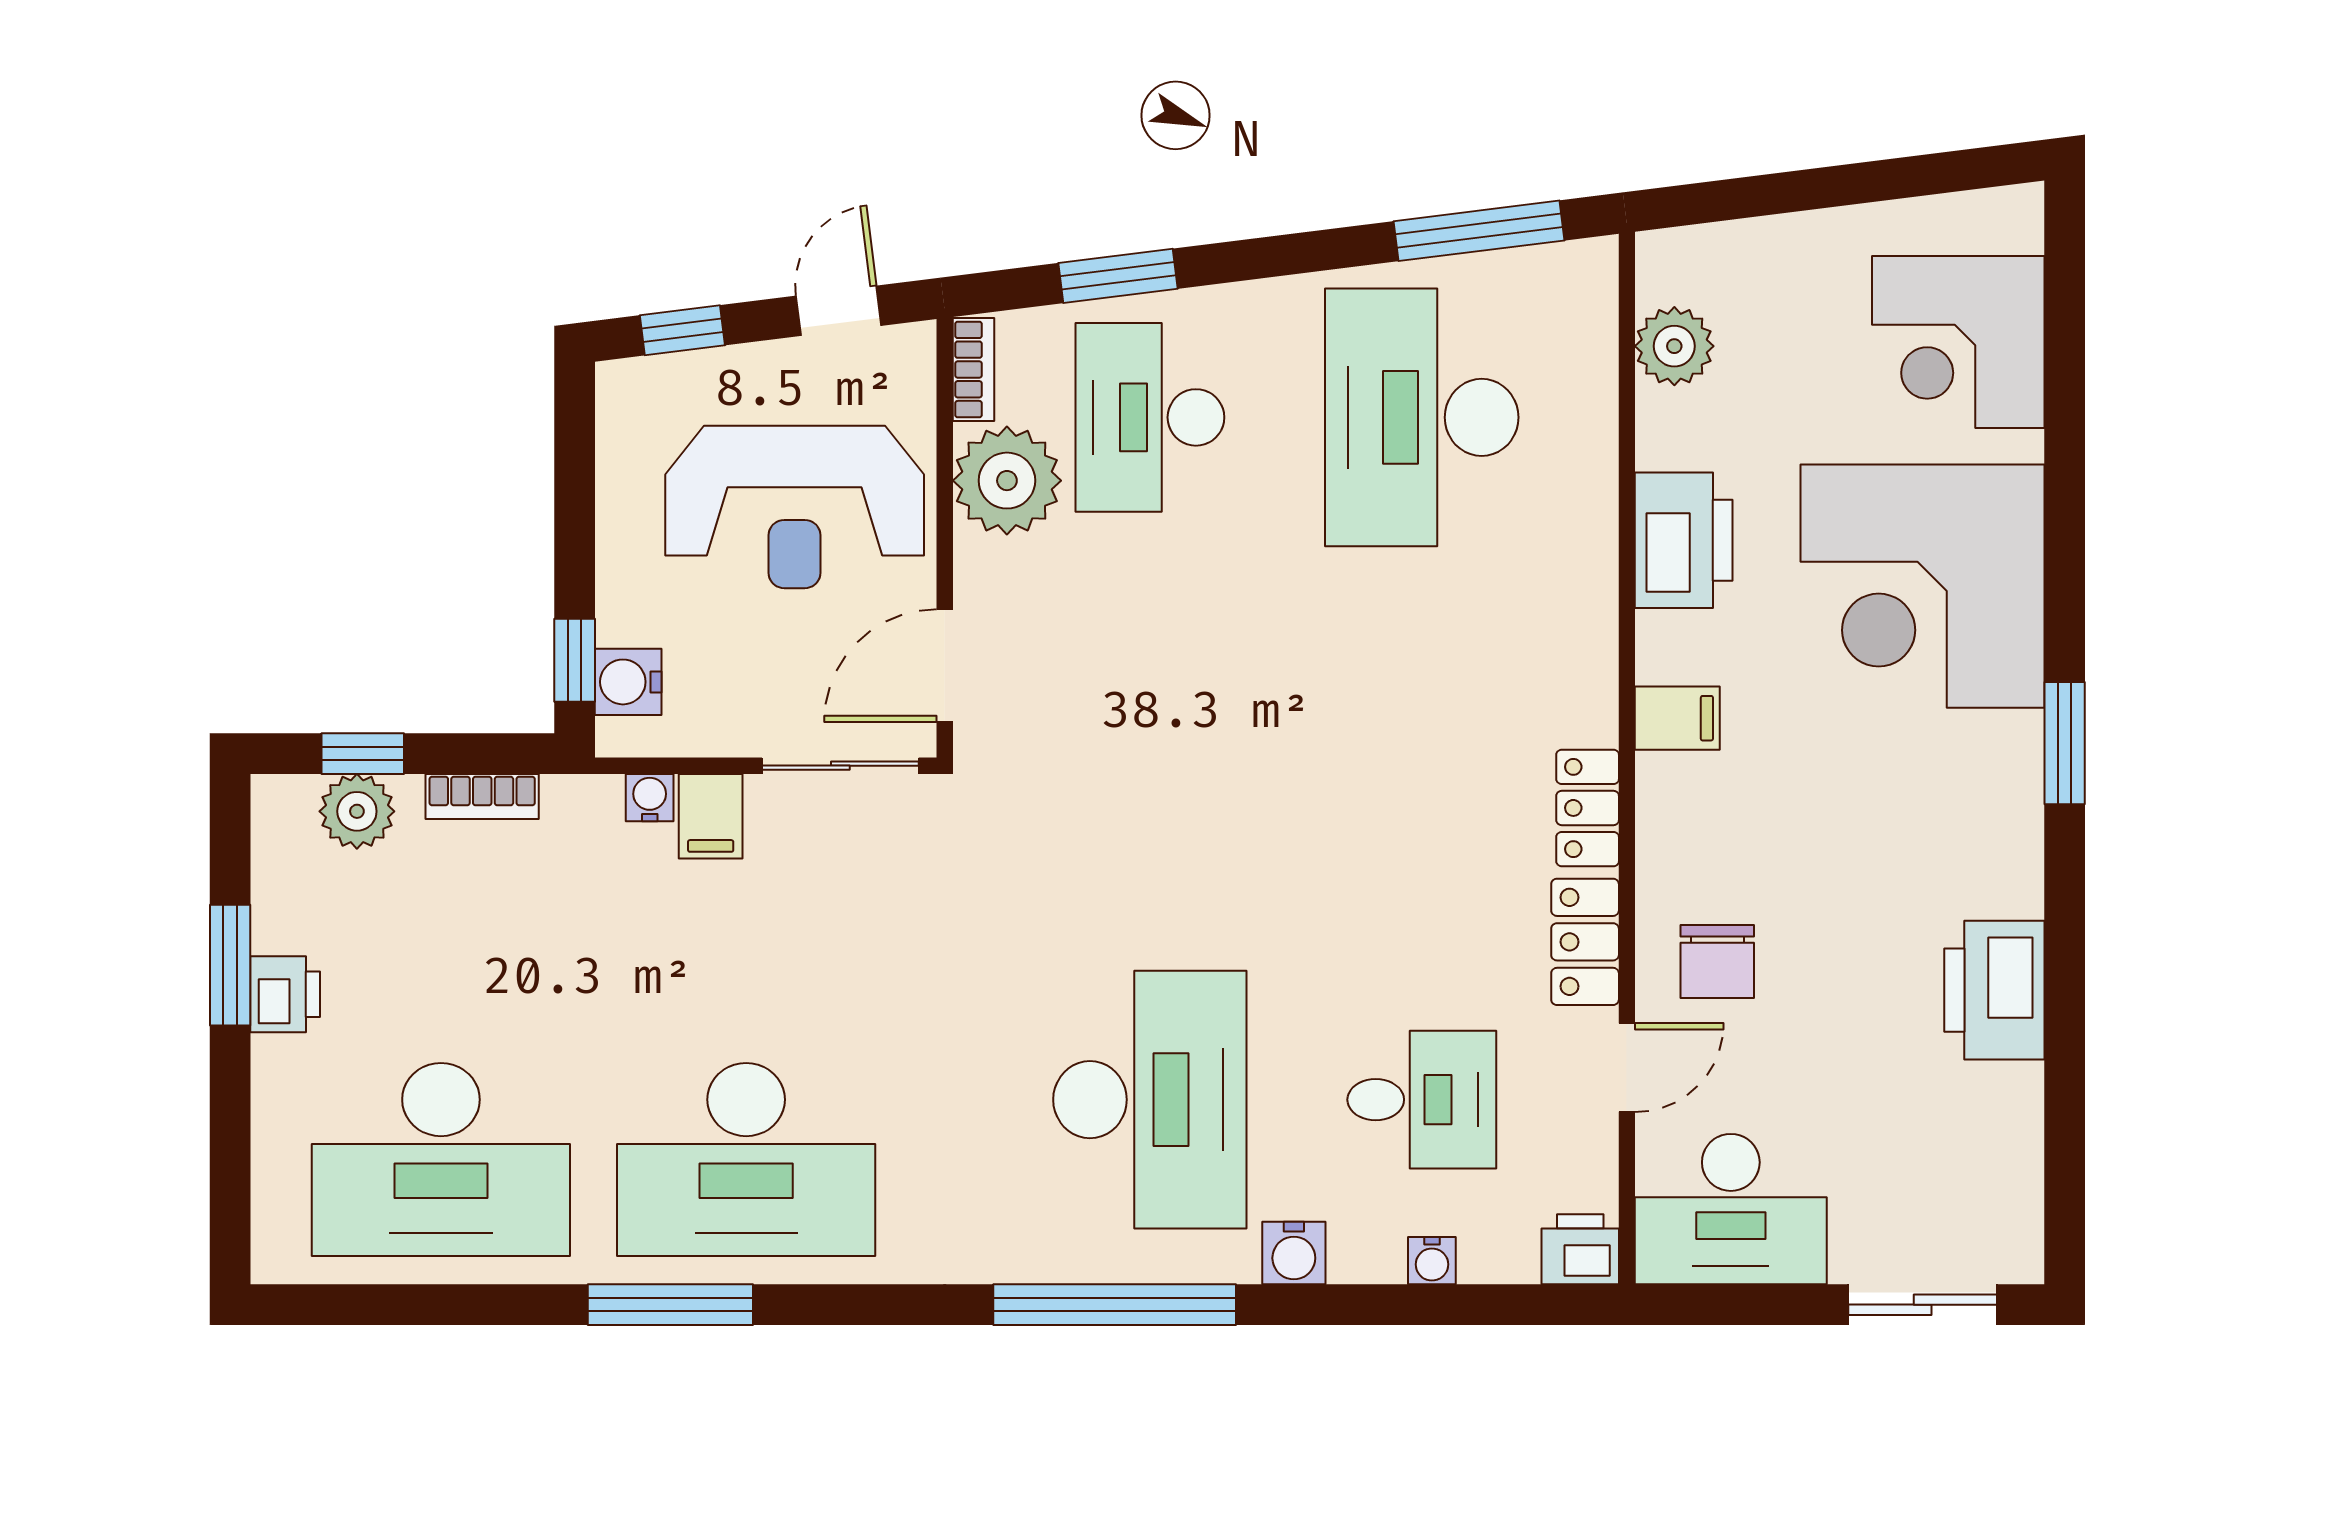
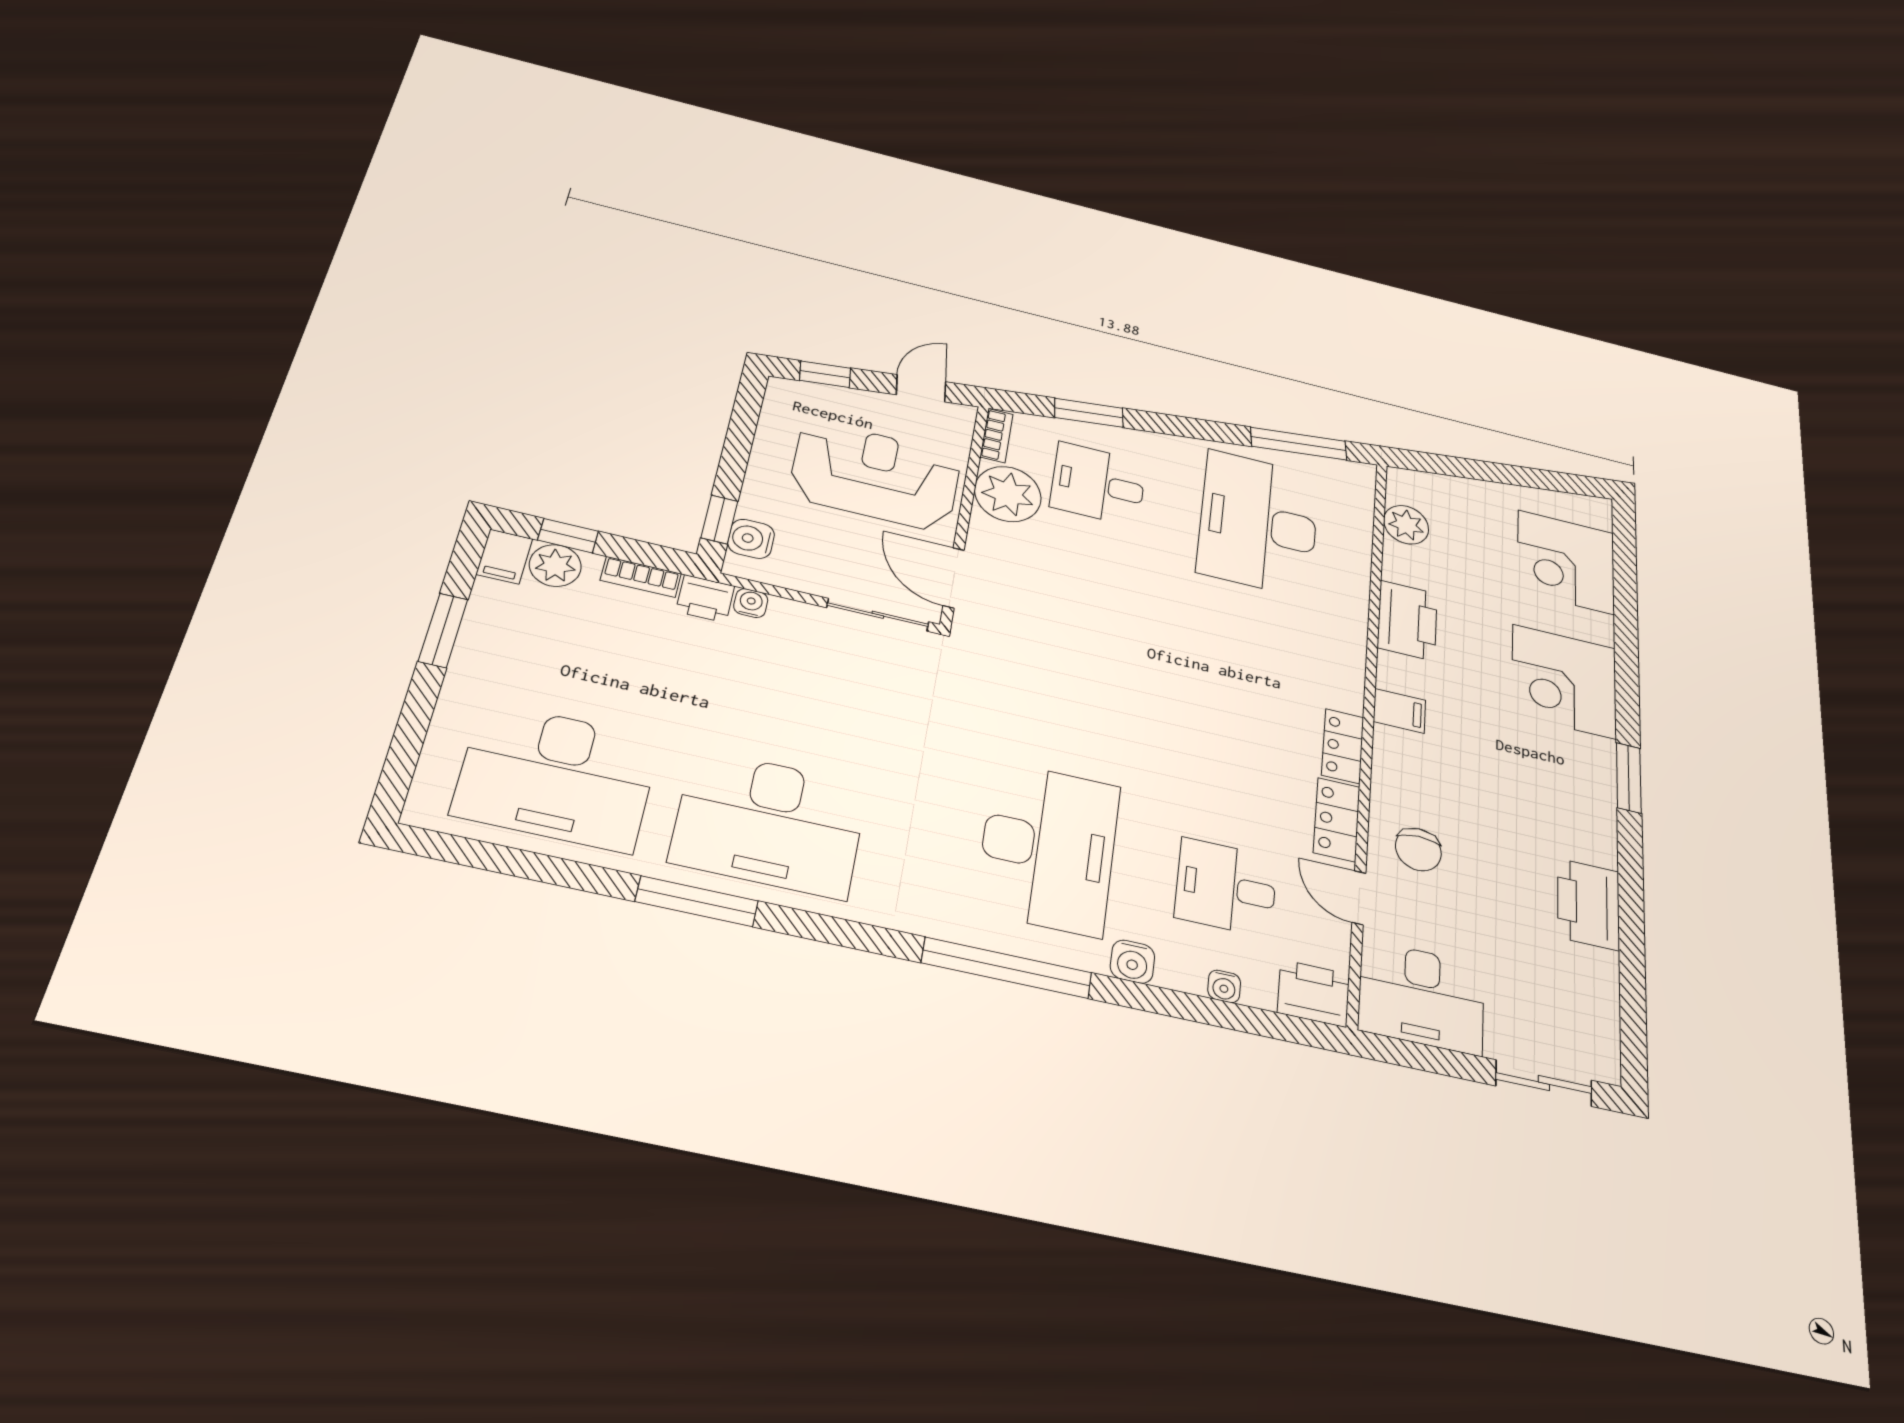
desk: (1150, 417) -> (1098, 484), width x0.73
reception desk: (795, 507) -> (875, 476), turned 180
corner desk: (1922, 586) -> (1564, 681), width x0.74, depth x0.74
door: (945, 666) -> (954, 578), hinge flipped
filing cabinet: (711, 816) -> (504, 557), moved
printer: (285, 994) -> (705, 599), moved, turned 90
door: (1627, 1068) -> (1359, 898), swing flipped
desk: (1422, 1100) -> (1226, 887), turned 180
printer: (1580, 1249) -> (1314, 993), width x1.36, depth x1.24

